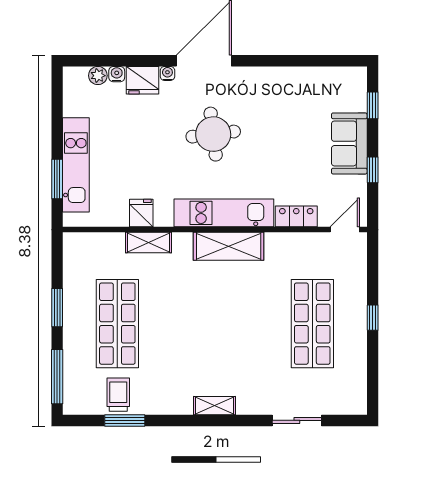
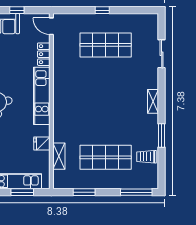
shelving: (148, 243) -> (59, 156), moved
shelving: (229, 246) -> (61, 93), removed
window: (57, 308) -> (84, 192), moved
window: (125, 420) -> (162, 136), moved

